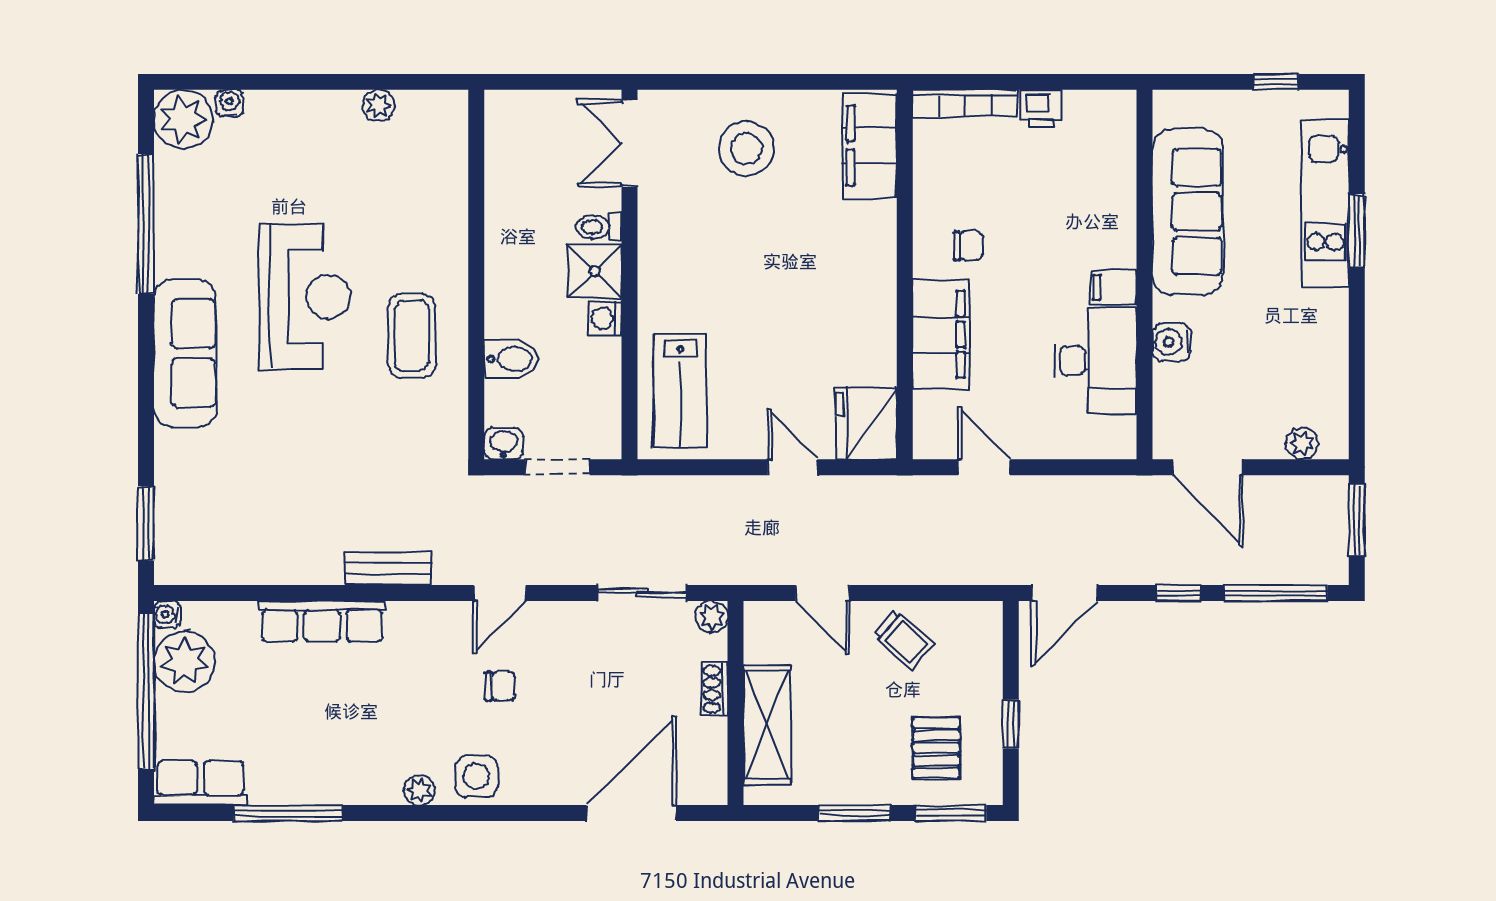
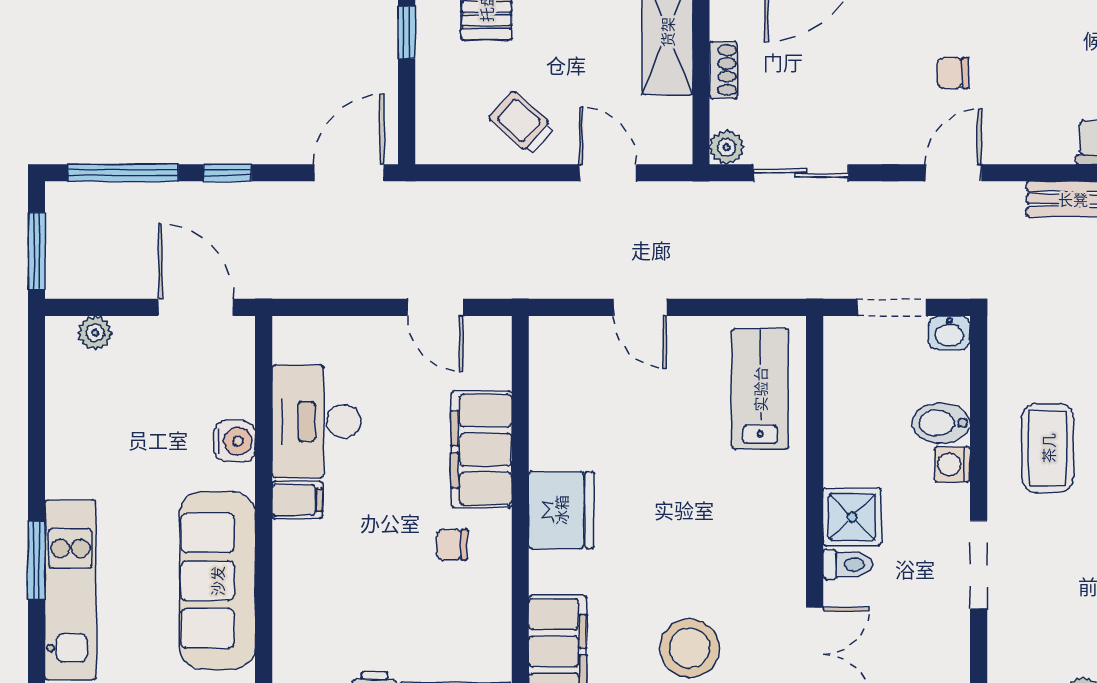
doorway: (476, 227) -> (979, 565), added
washing machine: (605, 318) -> (952, 464), moved, turned 180
fridge: (866, 423) -> (561, 510), moved

